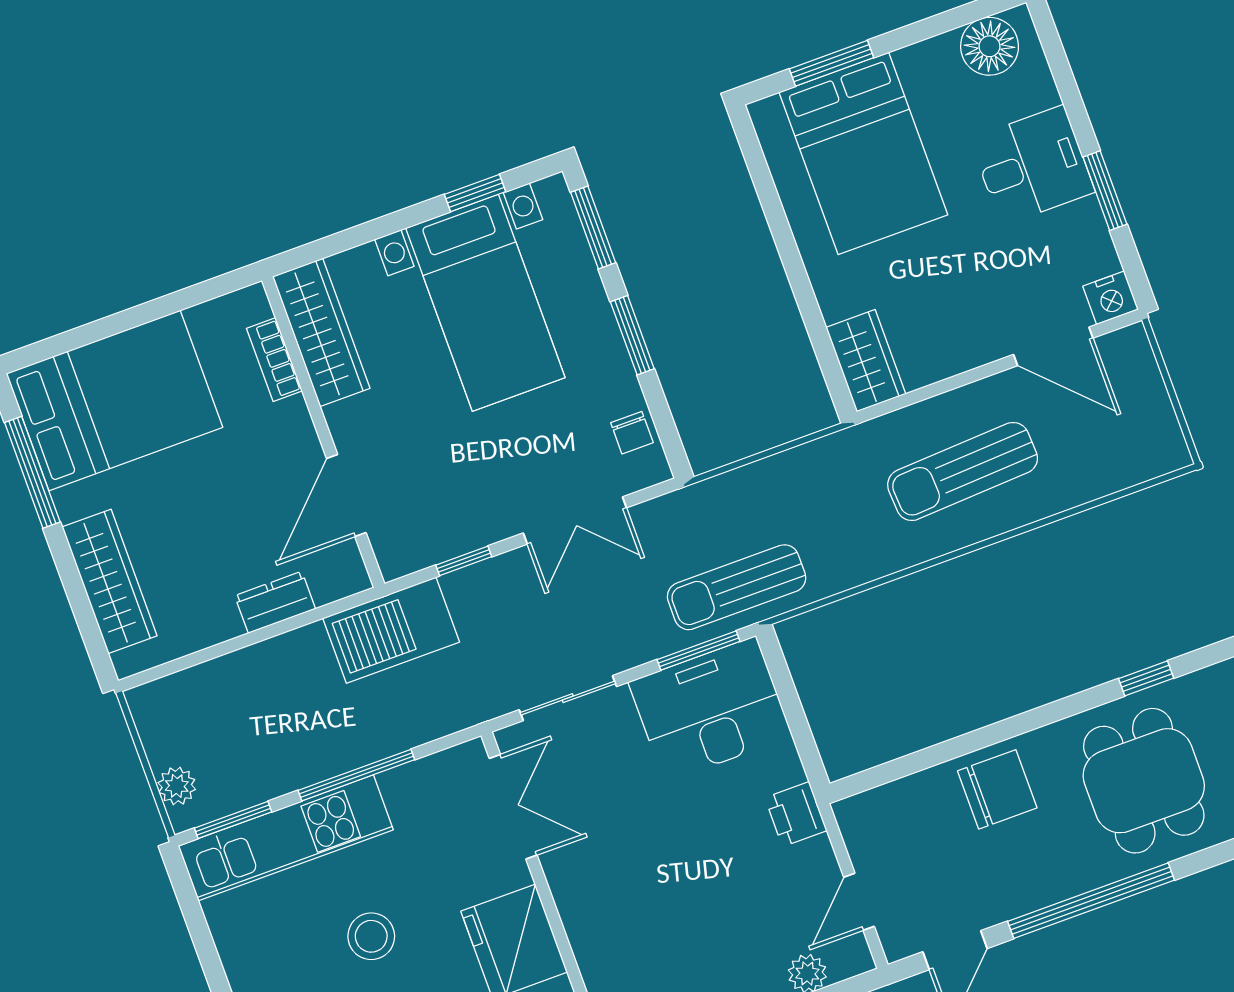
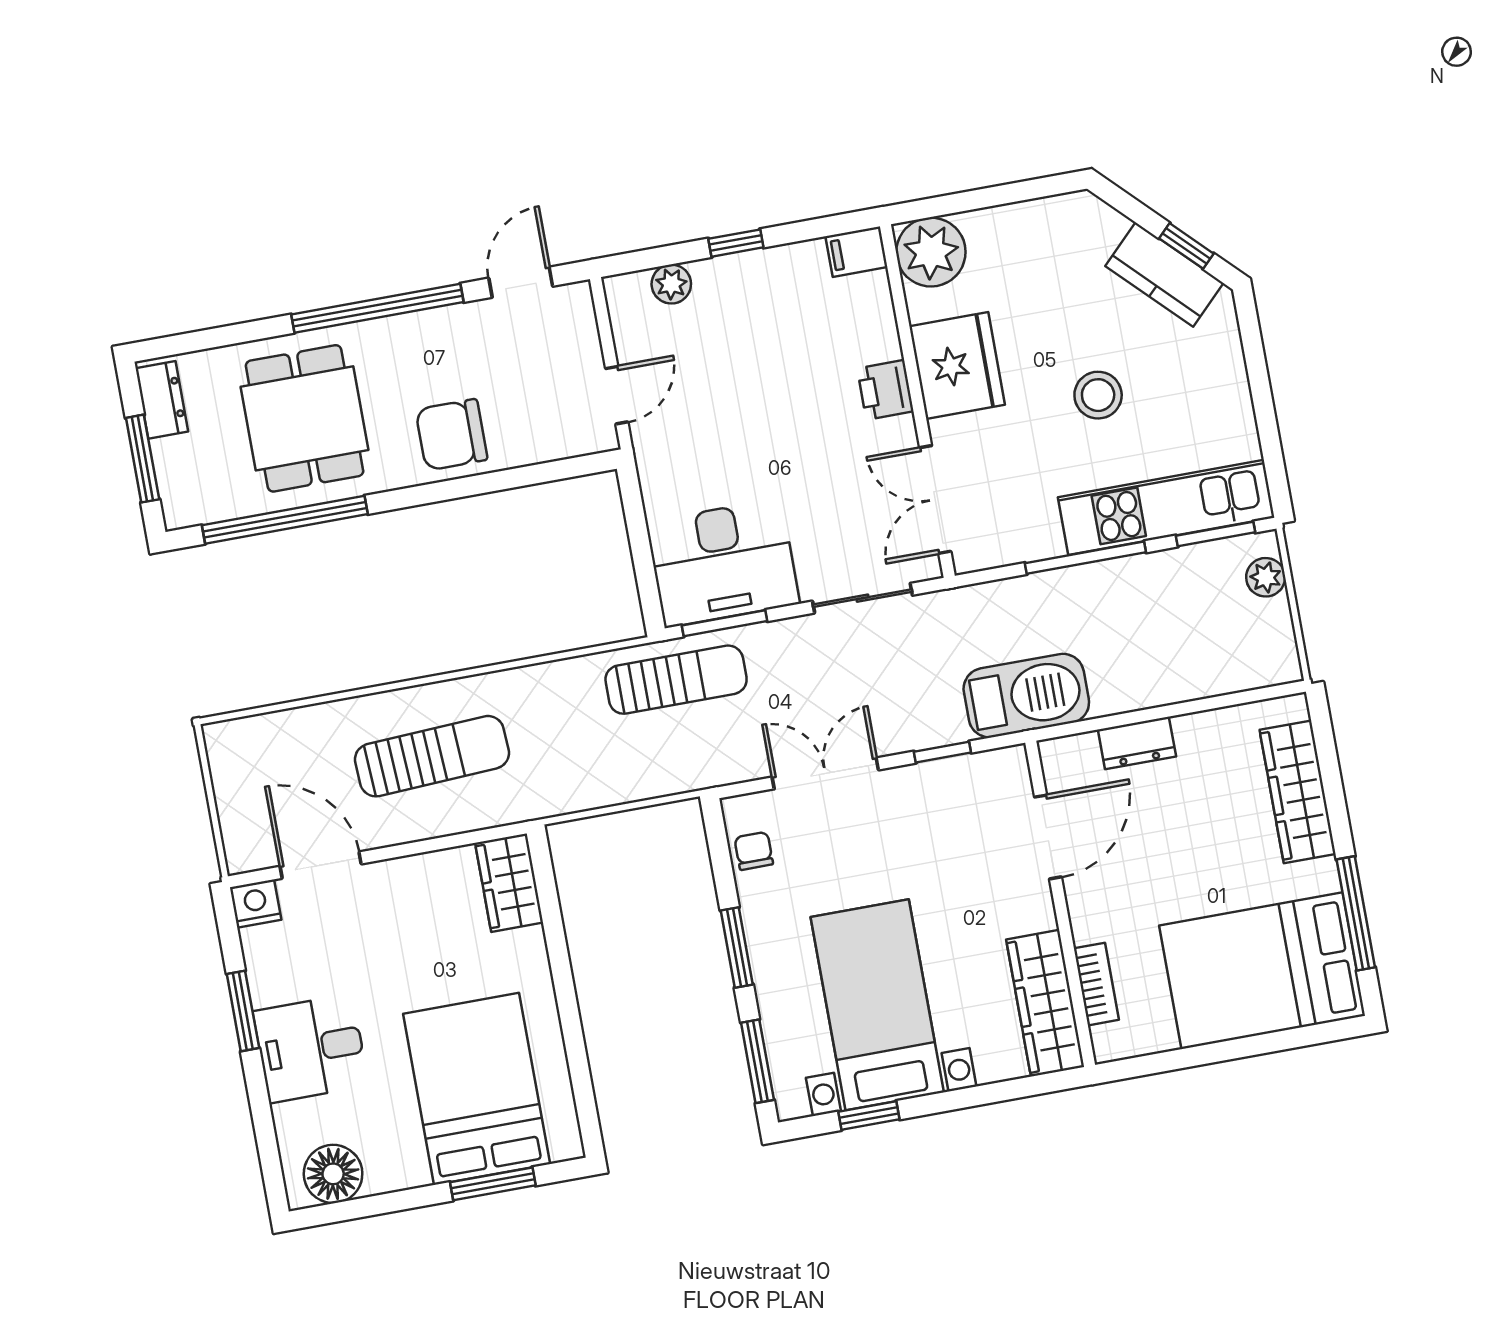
window: (1146, 678) -> (285, 520), width x3.17
printer: (796, 814) -> (885, 390), moved, turned 180
door: (859, 902) -> (617, 395), moved

